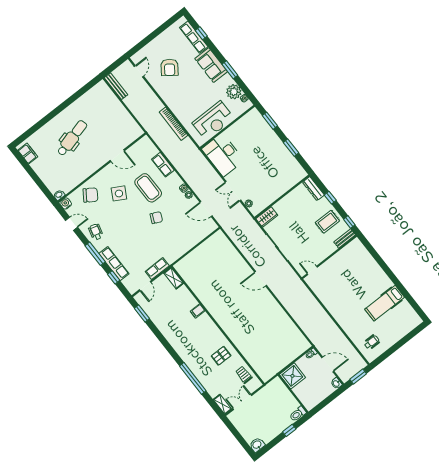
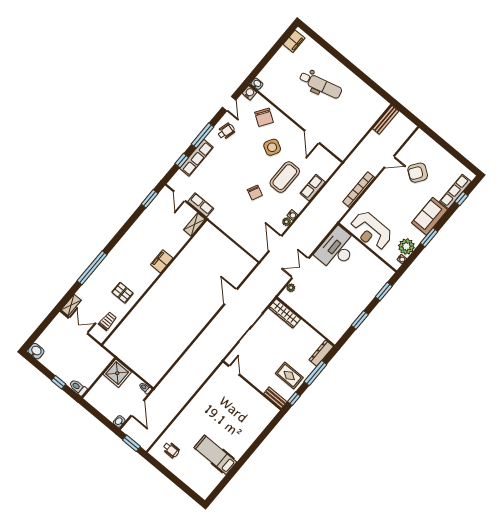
door: (139, 71) -> (389, 162), moved
window: (330, 198) -> (315, 373), width x2.17
wardrobe: (267, 217) -> (285, 313), width x1.50
door: (261, 279) -> (231, 297), moved
door: (145, 286) -> (179, 196), hinge flipped
filing cabinet: (198, 311) -> (162, 261), width x2.00

